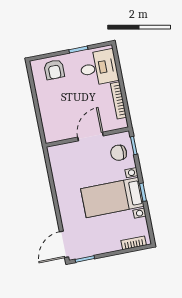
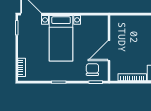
door: (91, 136) -> (109, 51), swing flipped
bed with nightstands: (112, 198) -> (61, 38), moved, turned 180

